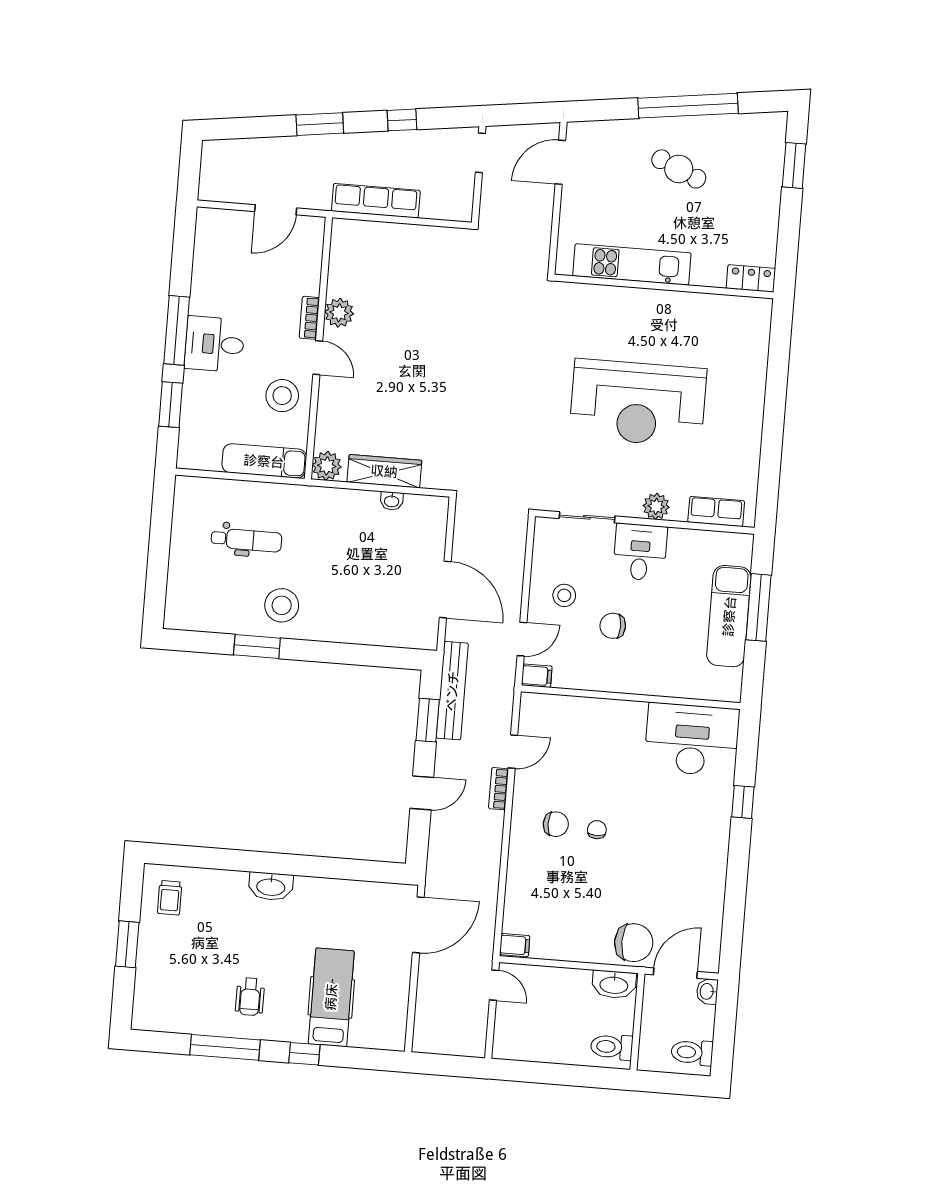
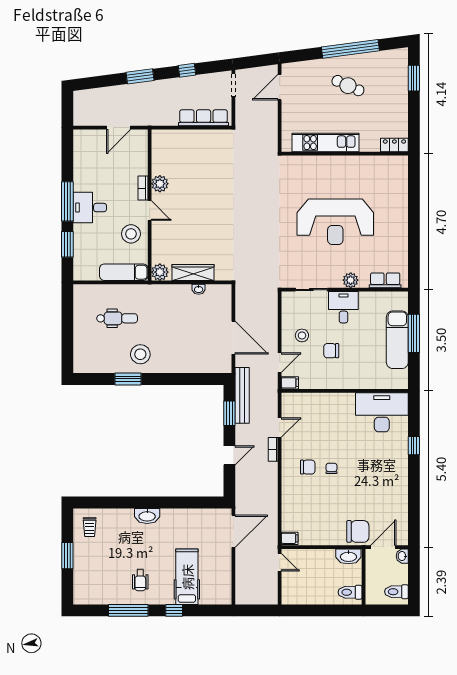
row of seats: (376, 201) -> (204, 118), moved

